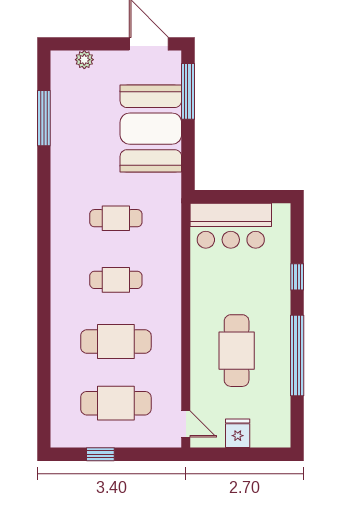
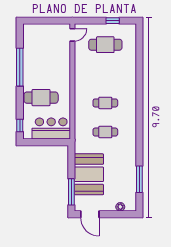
window: (297, 277) -> (20, 125), moved
cafe table: (116, 342) -> (105, 74), removed
cafe table: (237, 351) -> (41, 98), moved, turned 90
door: (186, 424) -> (72, 35), swing flipped
fridge: (238, 433) -> (48, 30), removed

